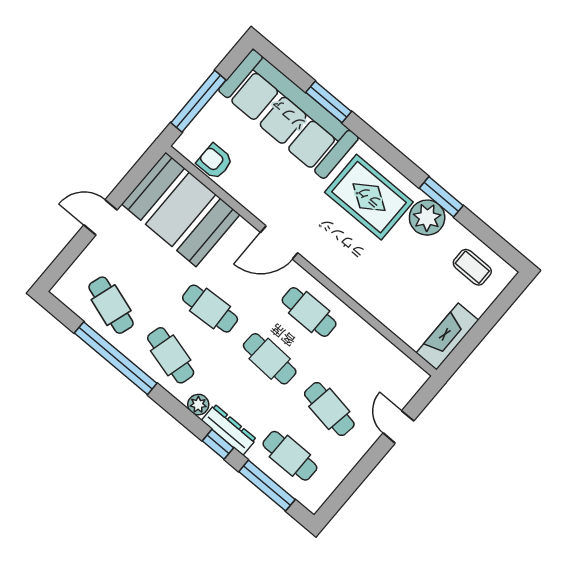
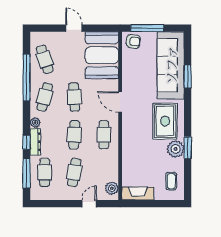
armchair: (215, 161) -> (133, 41), moved, turned 96
cafe table: (111, 305) -> (45, 59), turned -36
plant: (404, 371) -> (112, 188), added

